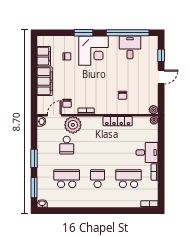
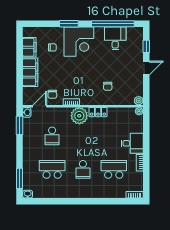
locker: (118, 121) -> (98, 112), width x0.66
plant: (73, 125) -> (79, 116), moved
window: (34, 158) -> (20, 125), moved
school desk: (98, 179) -> (83, 169), turned 180

